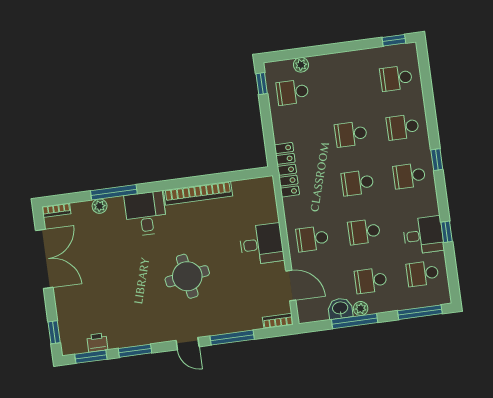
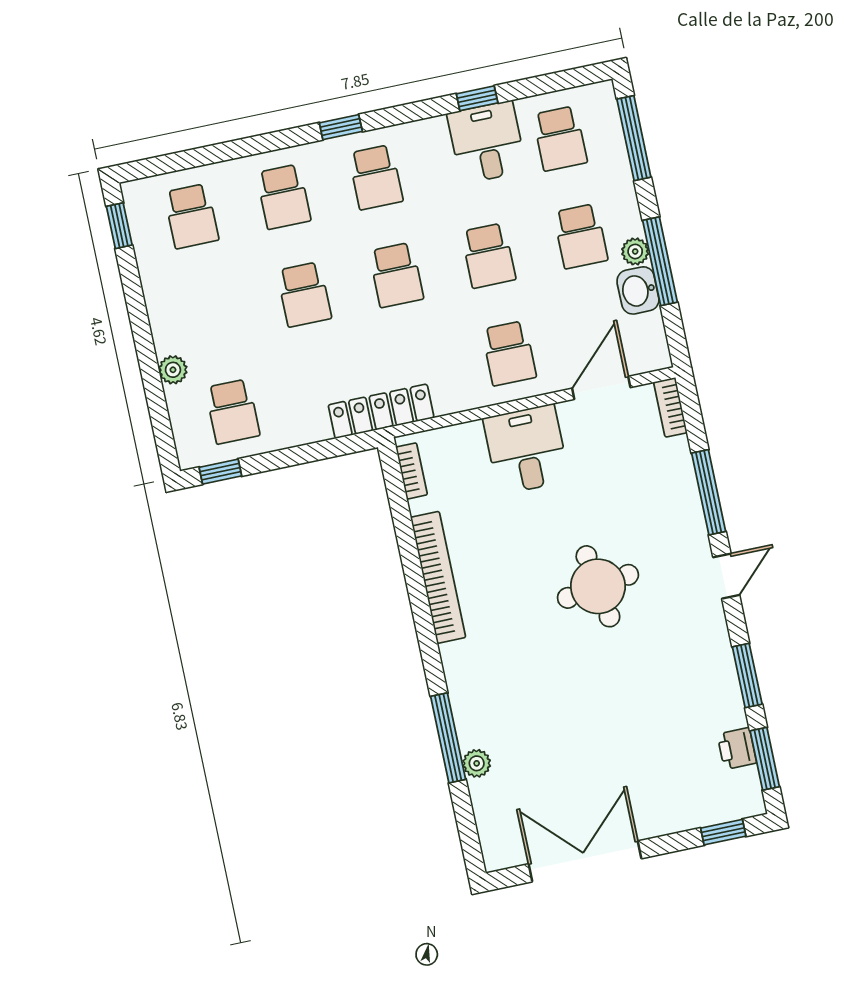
plant: (301, 65) -> (173, 370), moved
bookcase: (56, 210) -> (412, 471), moved
desk: (146, 214) -> (484, 674), removed

